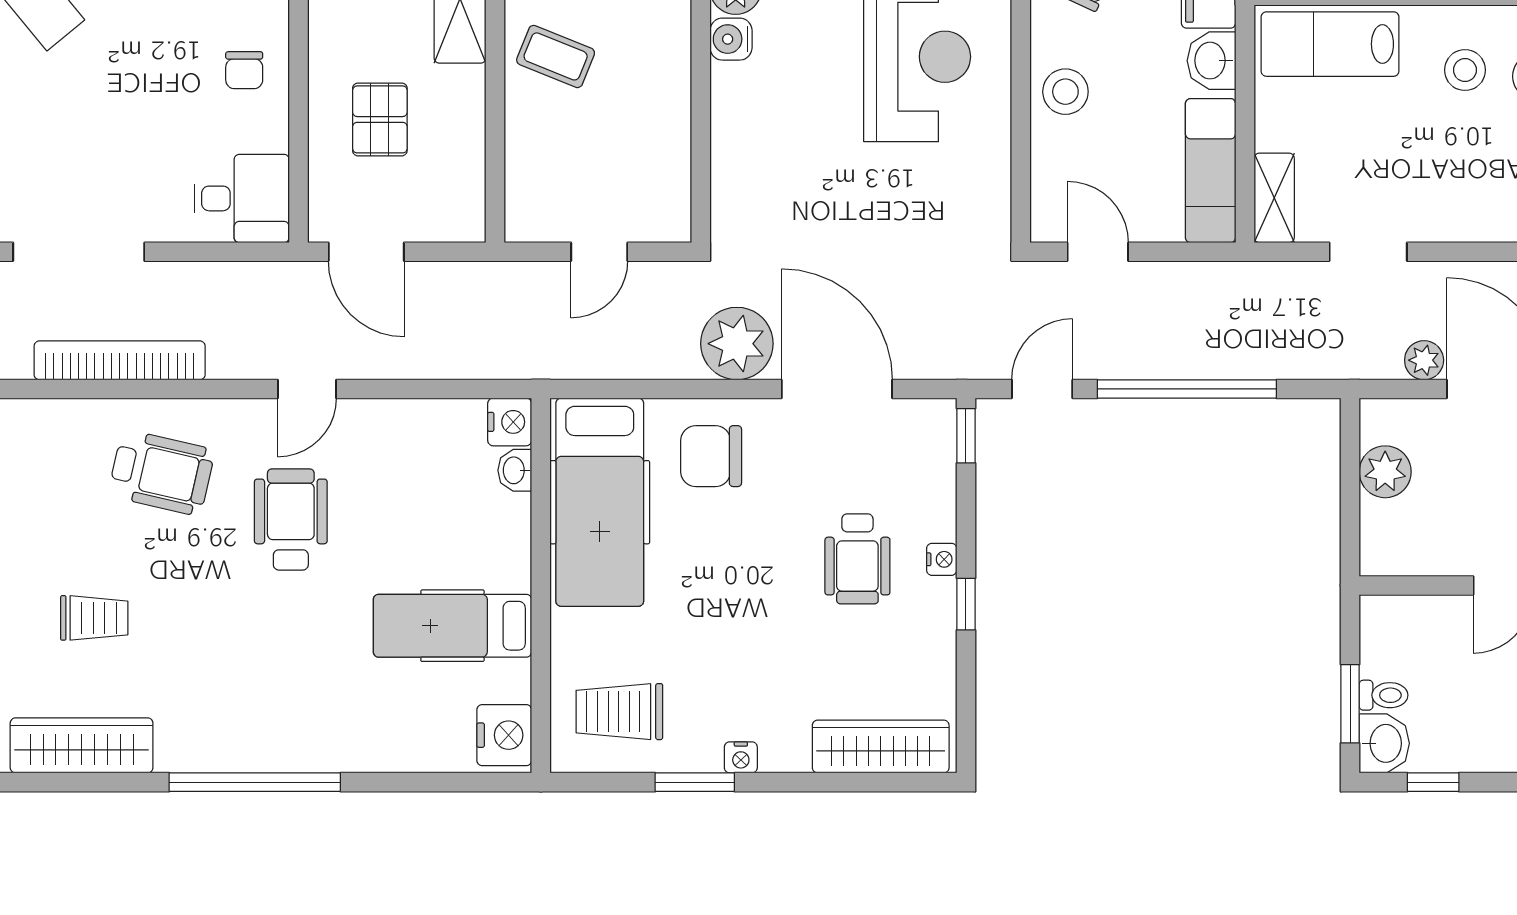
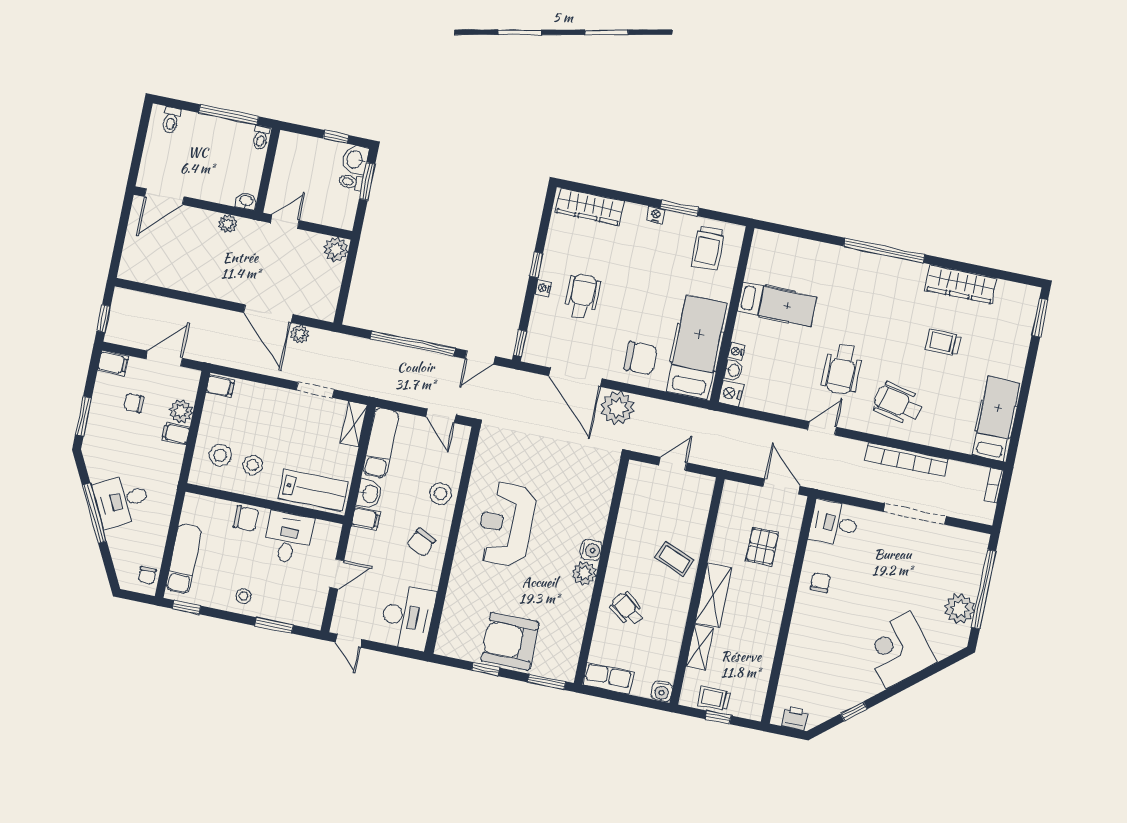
plant: (1385, 472) -> (336, 249), moved
trolley: (619, 712) -> (708, 248), turned 90
nightstand: (504, 735) -> (736, 351), moved, width x0.53, depth x0.56

